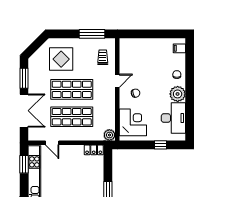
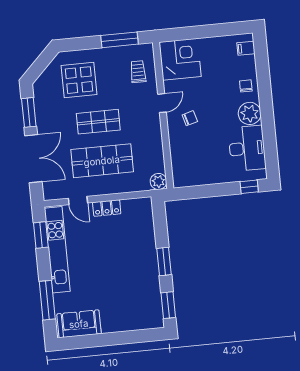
shop shelf: (72, 89) -> (98, 122), width x0.70, depth x0.74
corner desk: (133, 122) -> (180, 59), moved
window: (161, 145) -> (249, 187), moved
locker: (94, 150) -> (107, 208), moved

